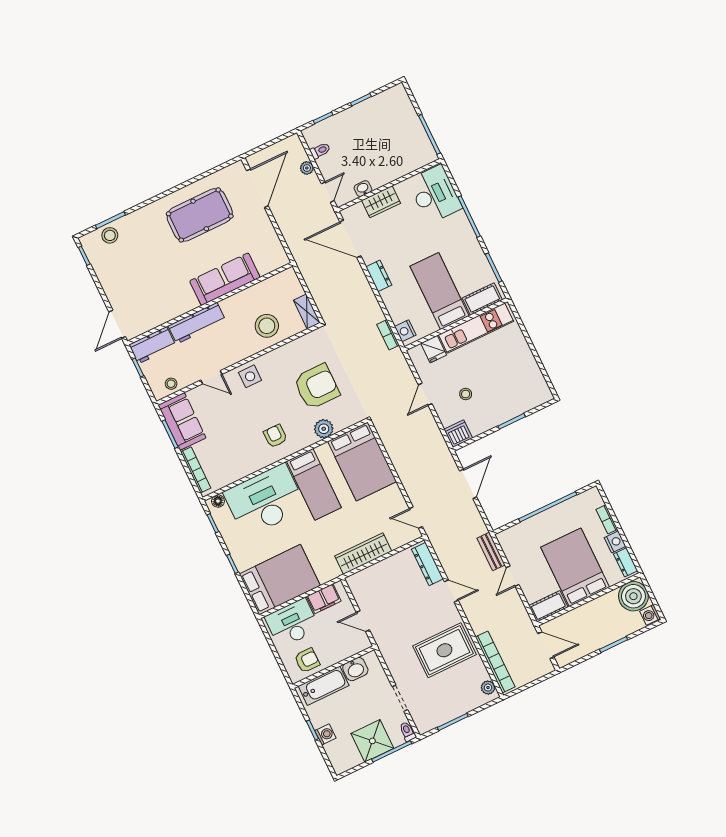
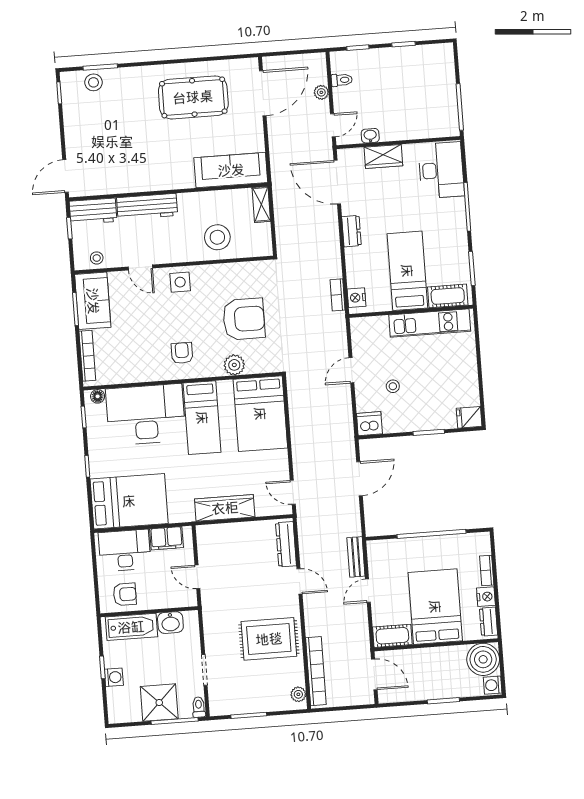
sofa: (225, 279) -> (231, 170), moved
shelving: (307, 312) -> (261, 204), moved
fridge: (434, 349) -> (469, 417), moved, turned 90

